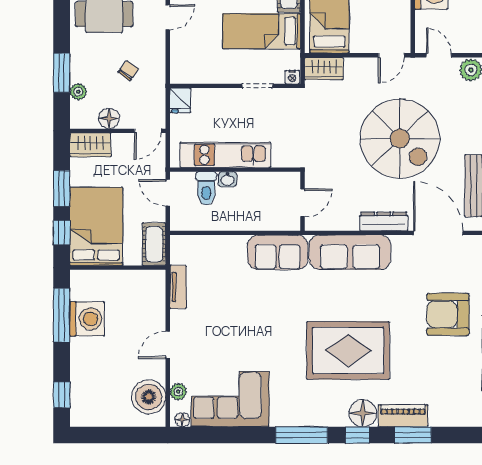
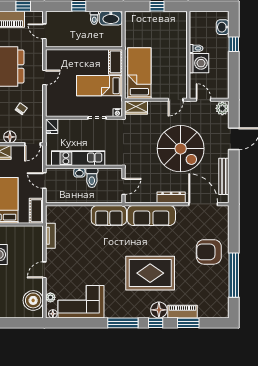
toilet: (206, 188) -> (92, 178), moved

